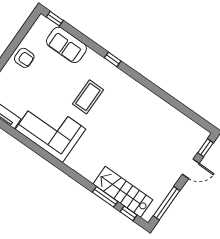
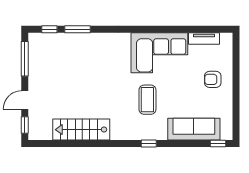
sofa: (66, 45) -> (194, 129), width x1.36
armchair: (24, 58) -> (213, 79), moved
stairs: (123, 192) -> (81, 130), moved, turned 180

